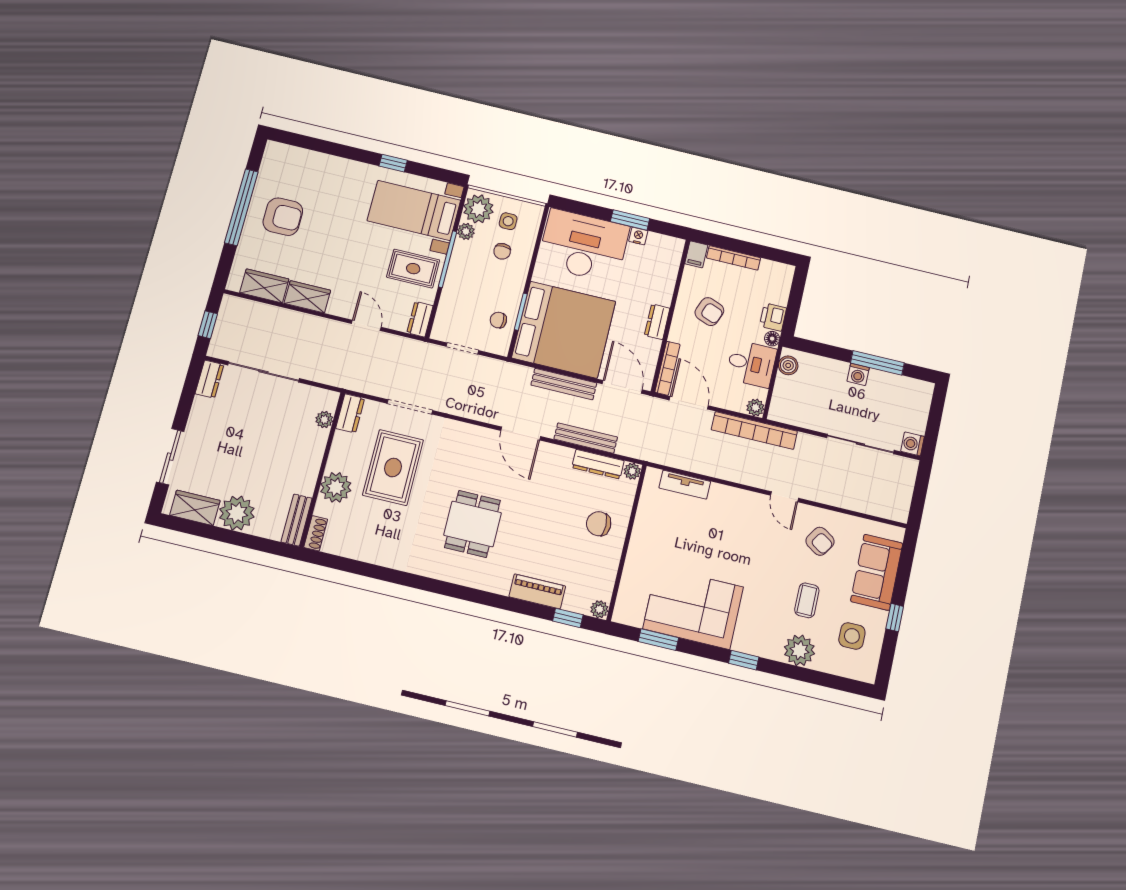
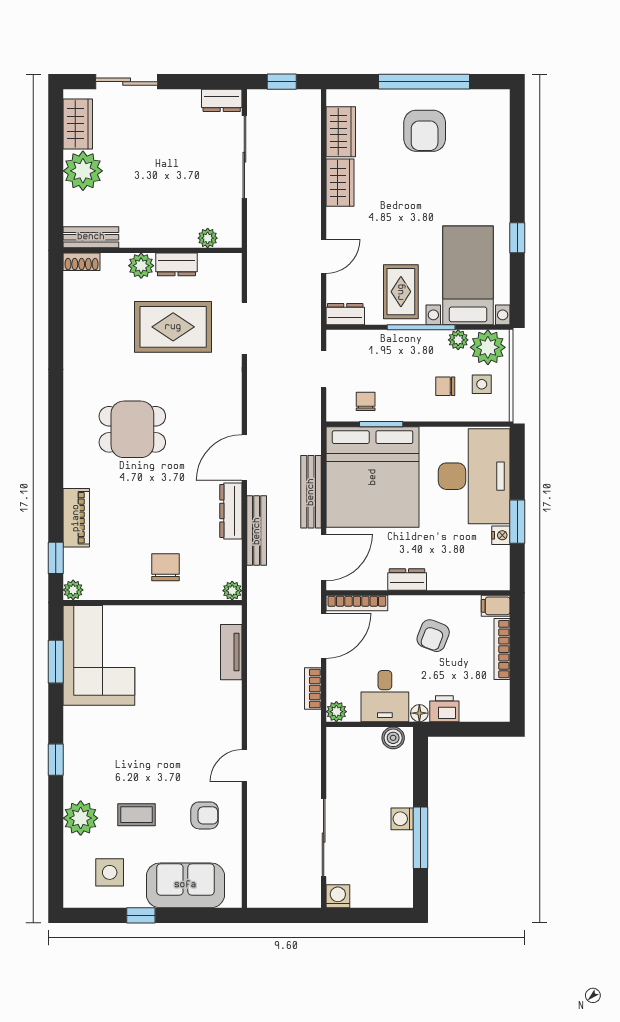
dresser: (350, 413) -> (176, 264), moved
bookcase: (754, 430) -> (313, 689), width x0.43, depth x0.76
dresser: (598, 464) -> (231, 511), moved
plant: (336, 487) -> (141, 266), width x0.73, depth x0.73
armchair: (820, 541) -> (205, 815), turned -123
corner sofa: (693, 608) -> (99, 655), moved

